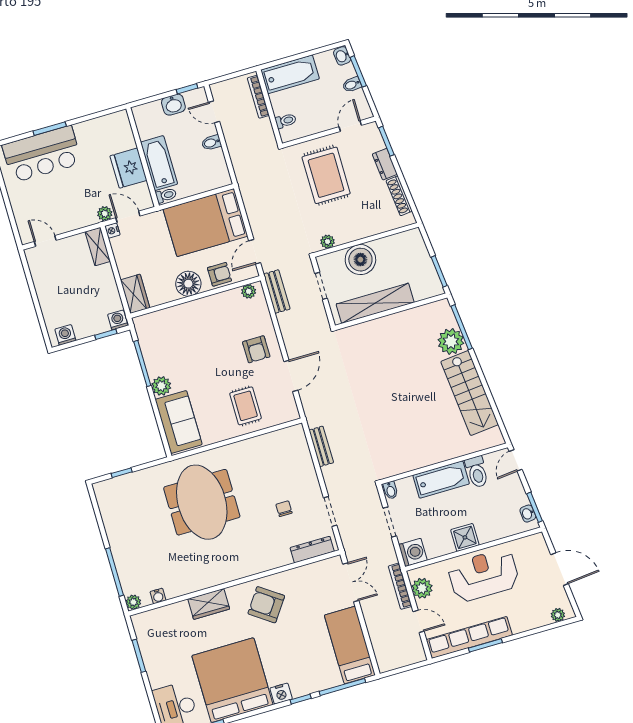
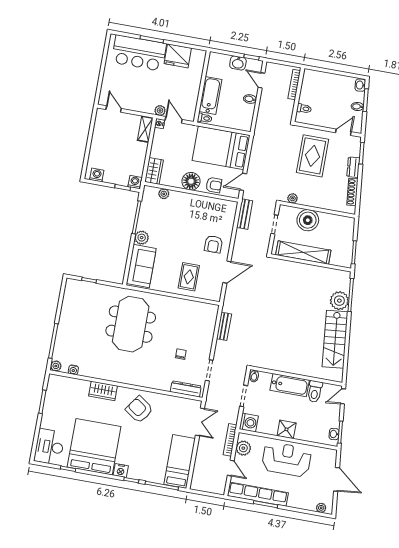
bathtub: (290, 74) -> (321, 80), removed
fridge: (128, 168) -> (178, 56), moved, turned -90
plant: (249, 291) -> (164, 194), moved

